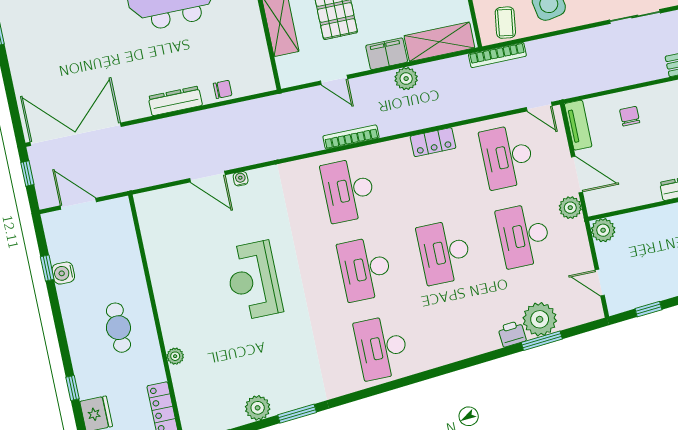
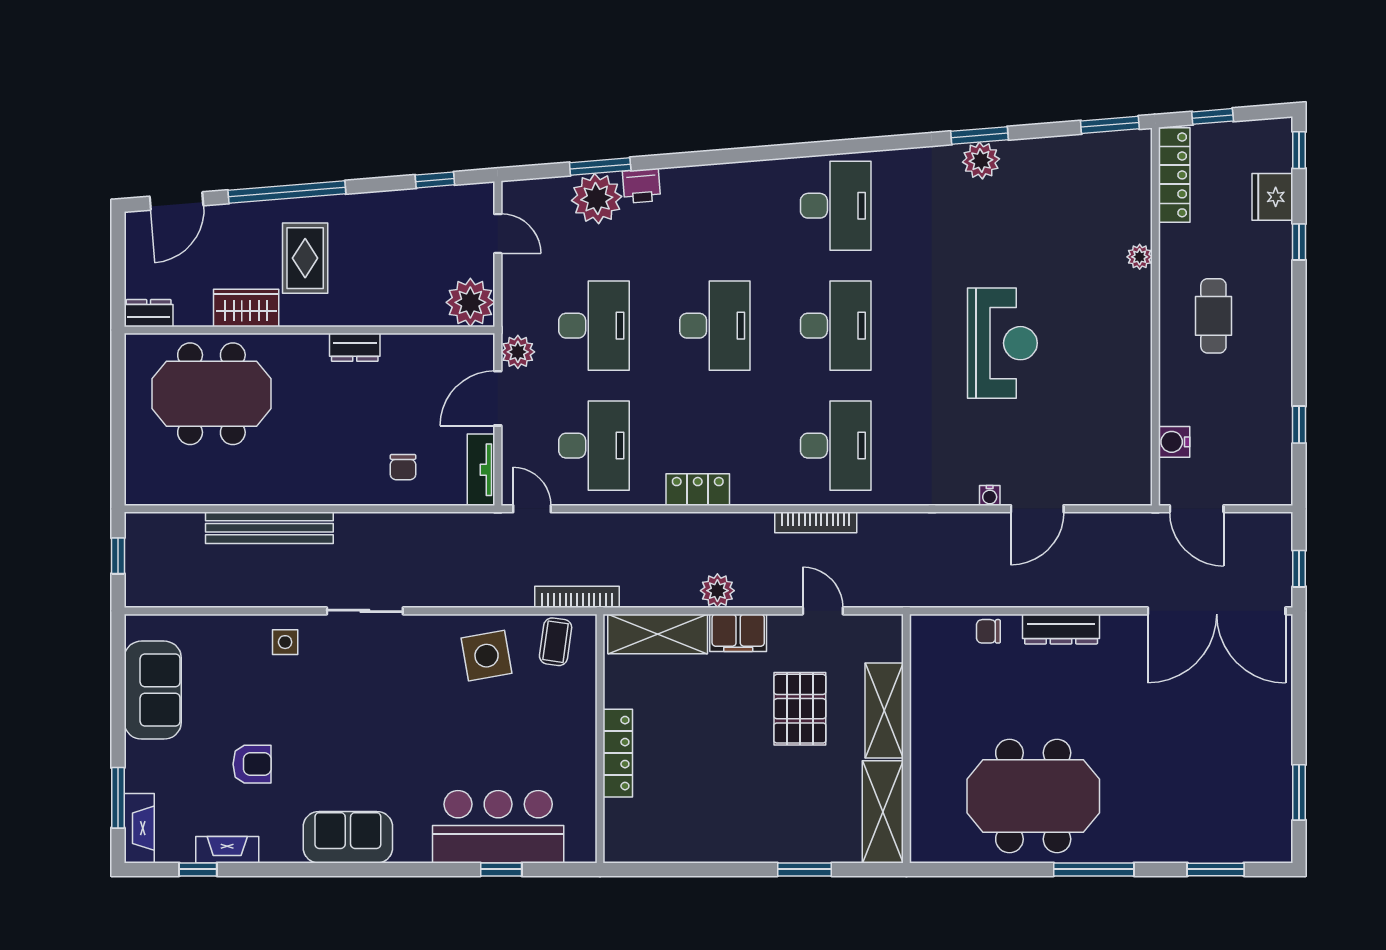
door: (577, 175) -> (498, 398), hinge flipped
door: (207, 177) -> (1037, 509), swing flipped
door: (78, 204) -> (1197, 509), moved
plant: (603, 230) -> (470, 302), width x1.36, depth x1.36
water cooler: (63, 273) -> (1174, 442), moved, turned 180
plant: (258, 408) -> (981, 161), moved

